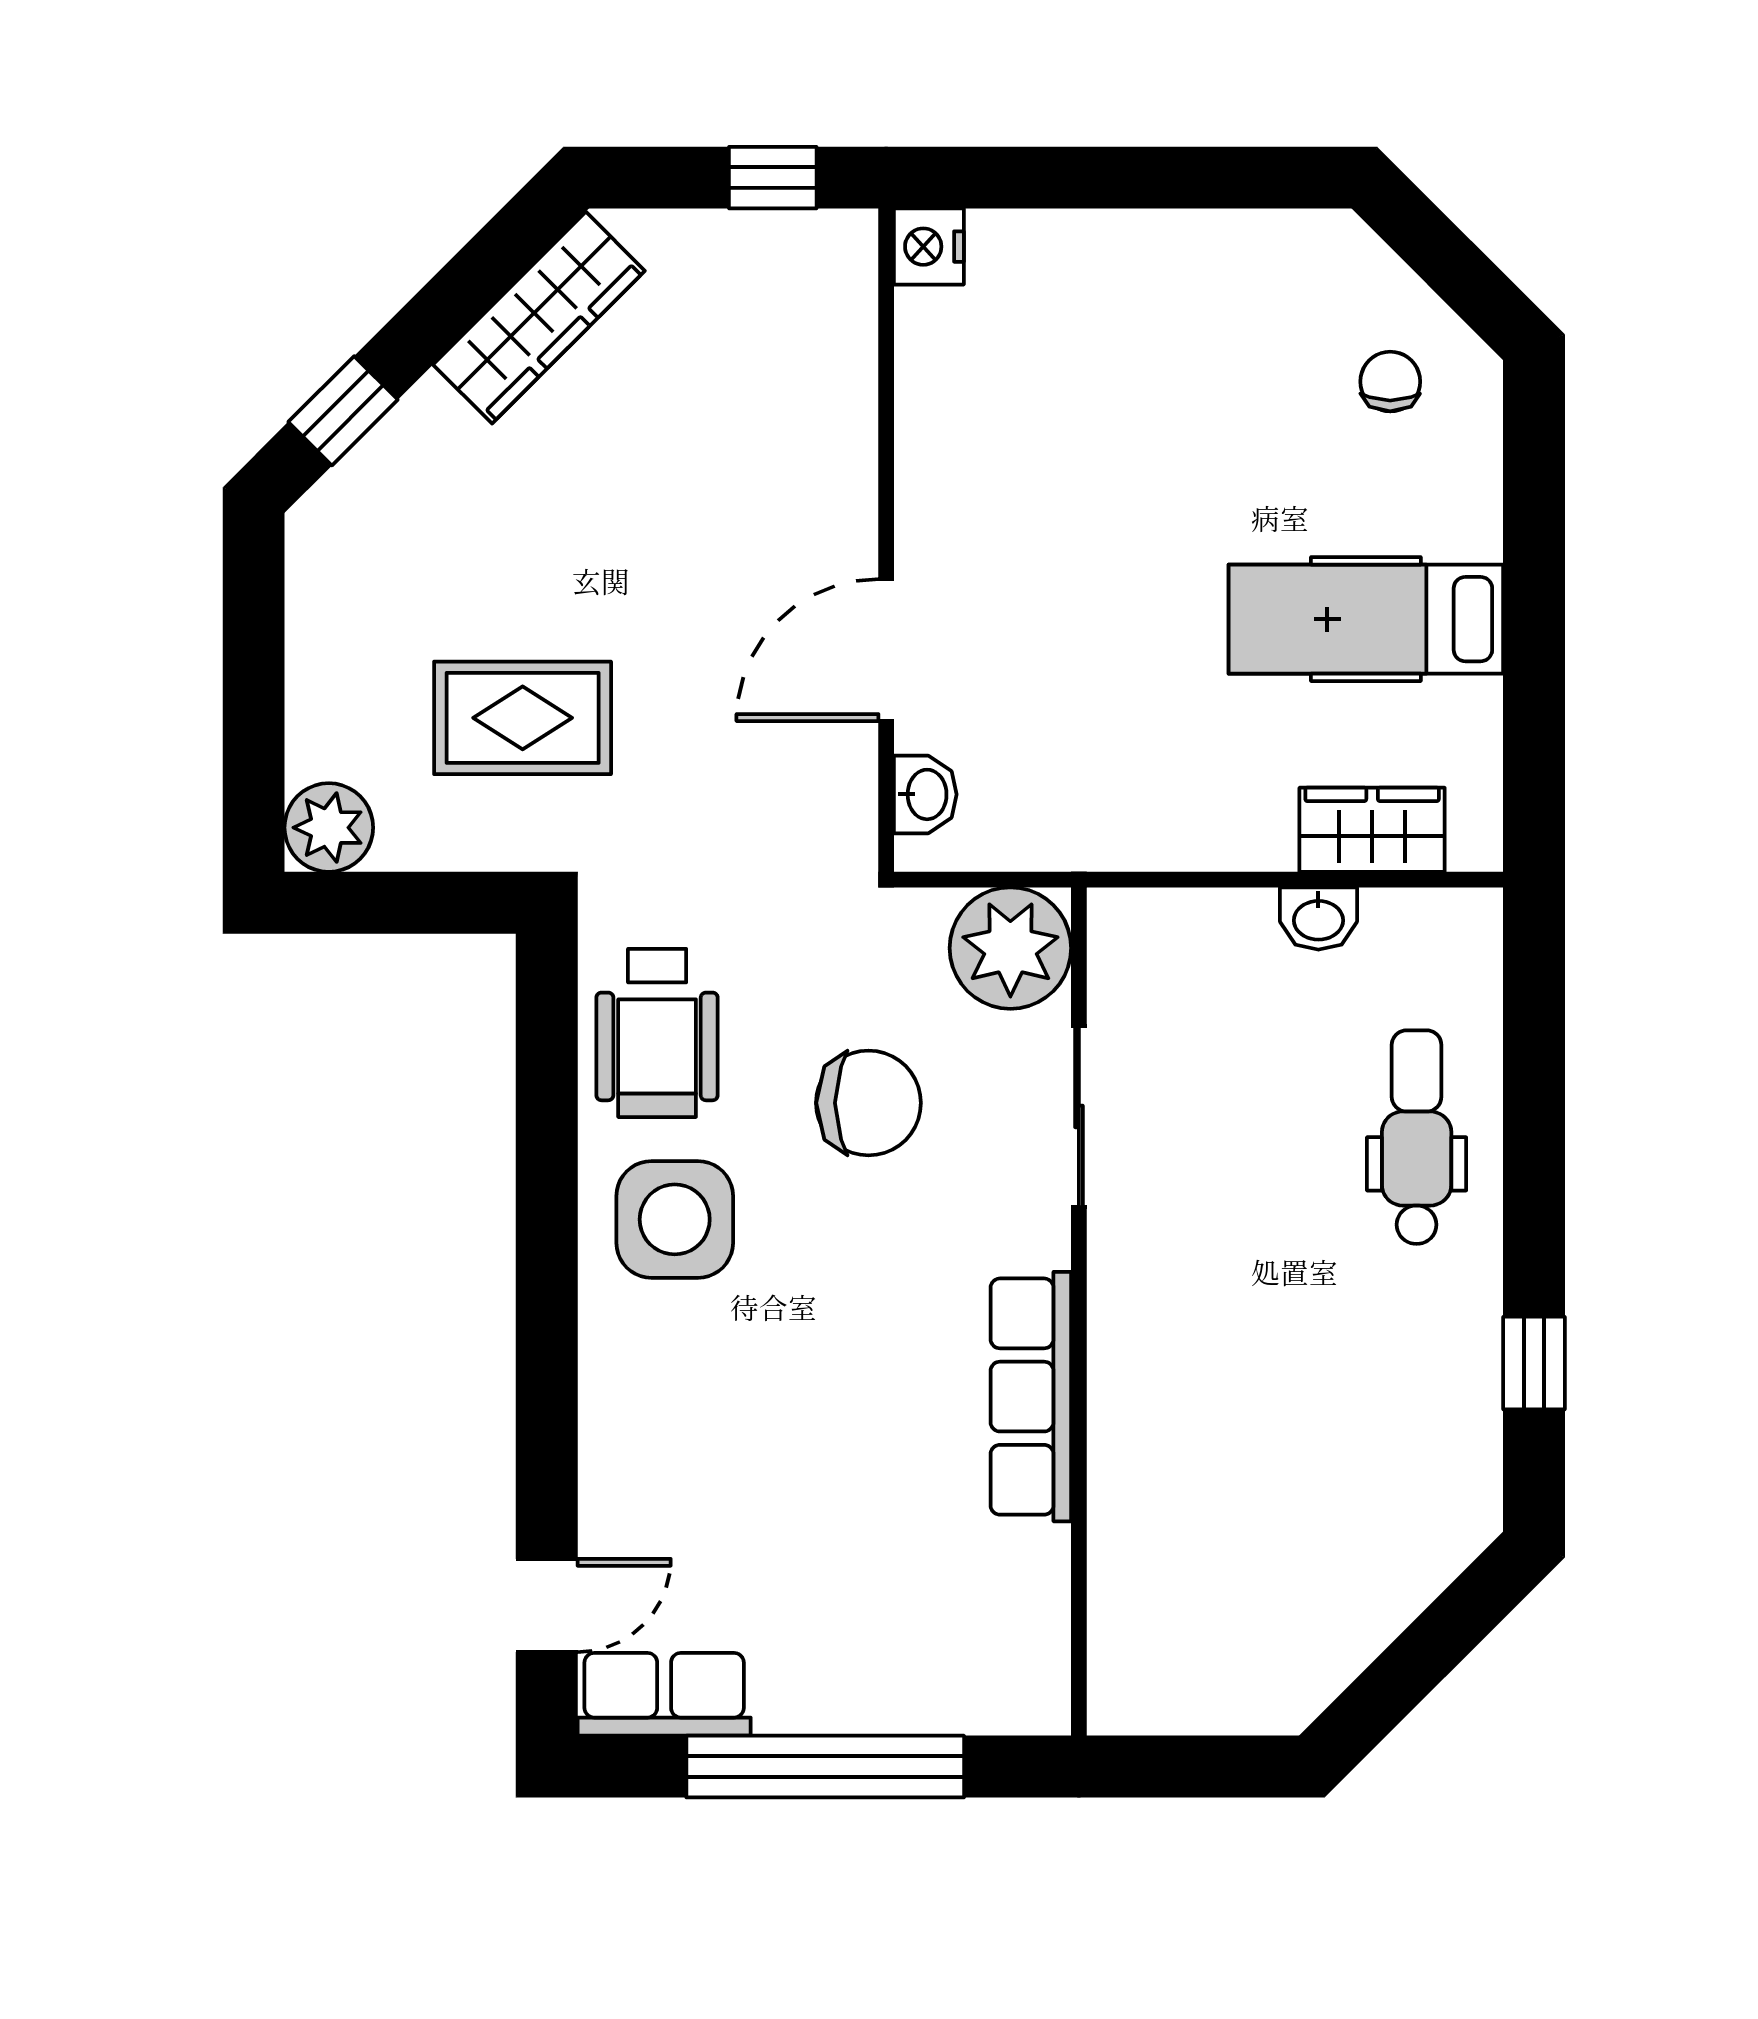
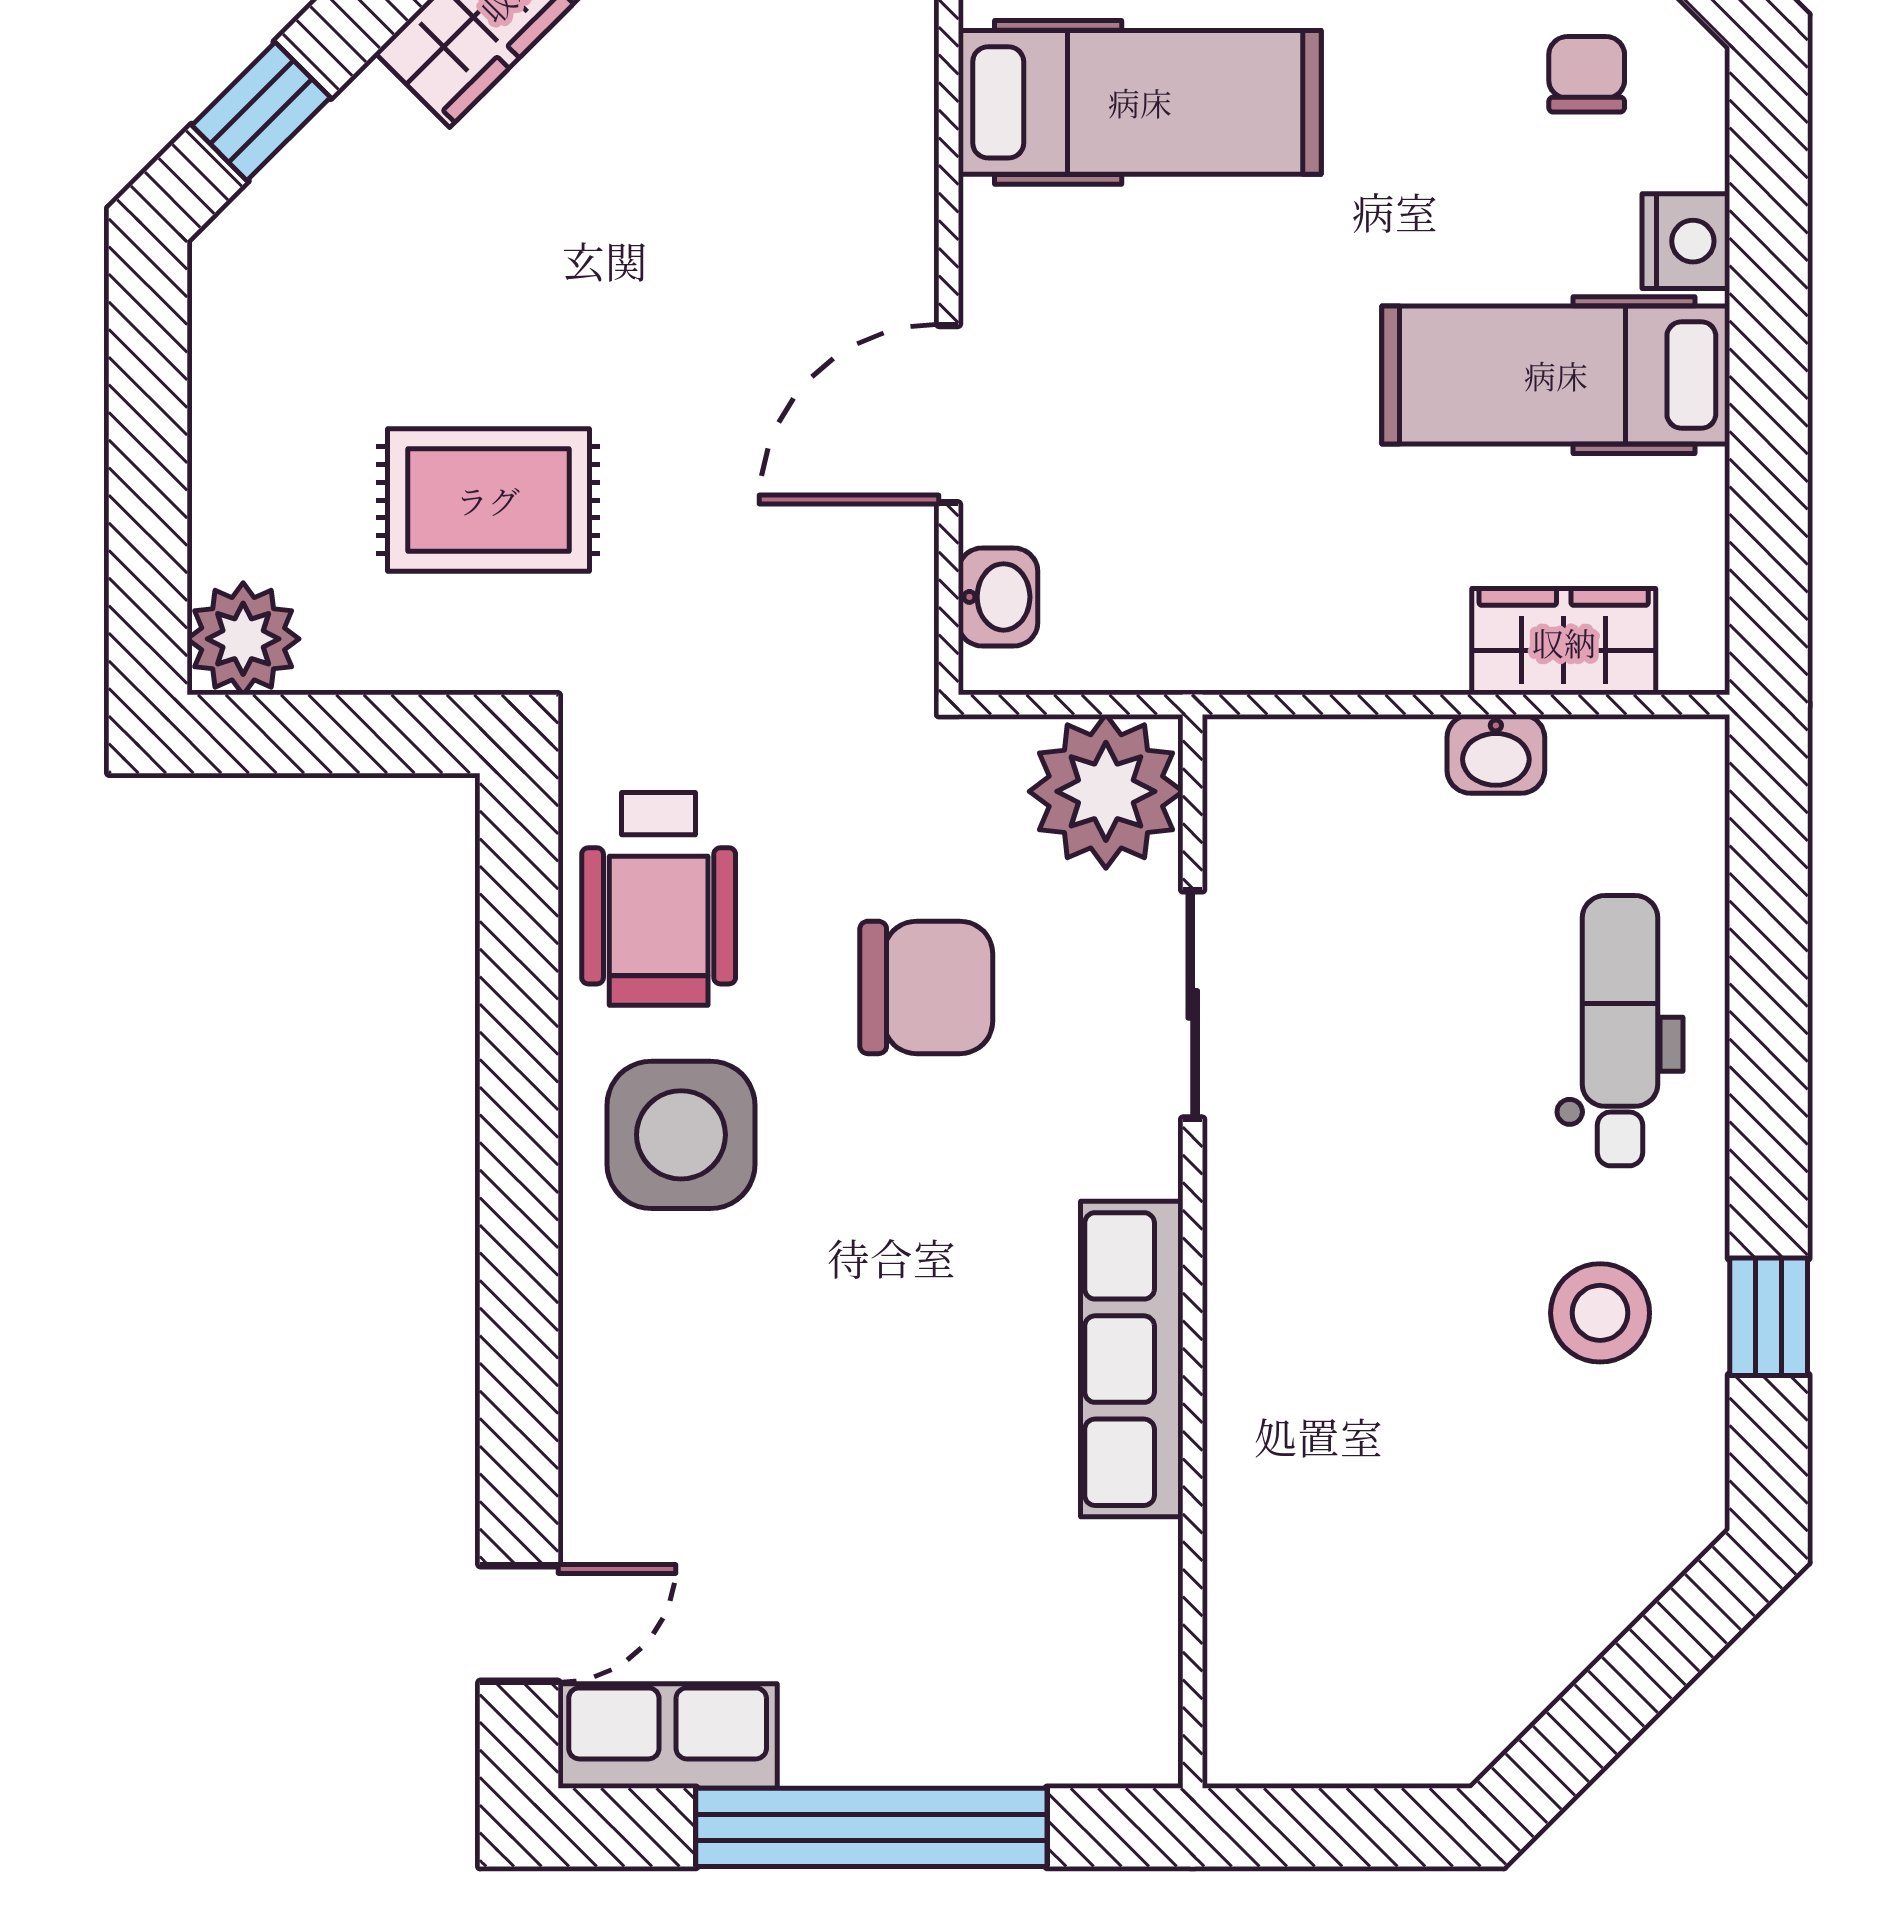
hospital bed: (1037, 404) -> (1140, 102), added
nightstand: (1469, 513) -> (1686, 241), added
stool: (1401, 1360) -> (1600, 1313), added

